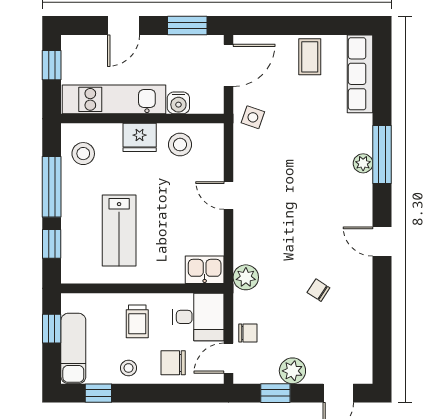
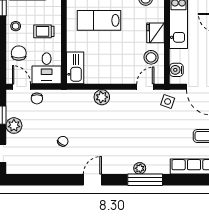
water cooler: (178, 103) -> (176, 70), moved
door: (228, 195) -> (145, 87), moved
kitchen sink: (205, 270) -> (75, 68), width x1.38
plant: (246, 277) -> (102, 97), moved

